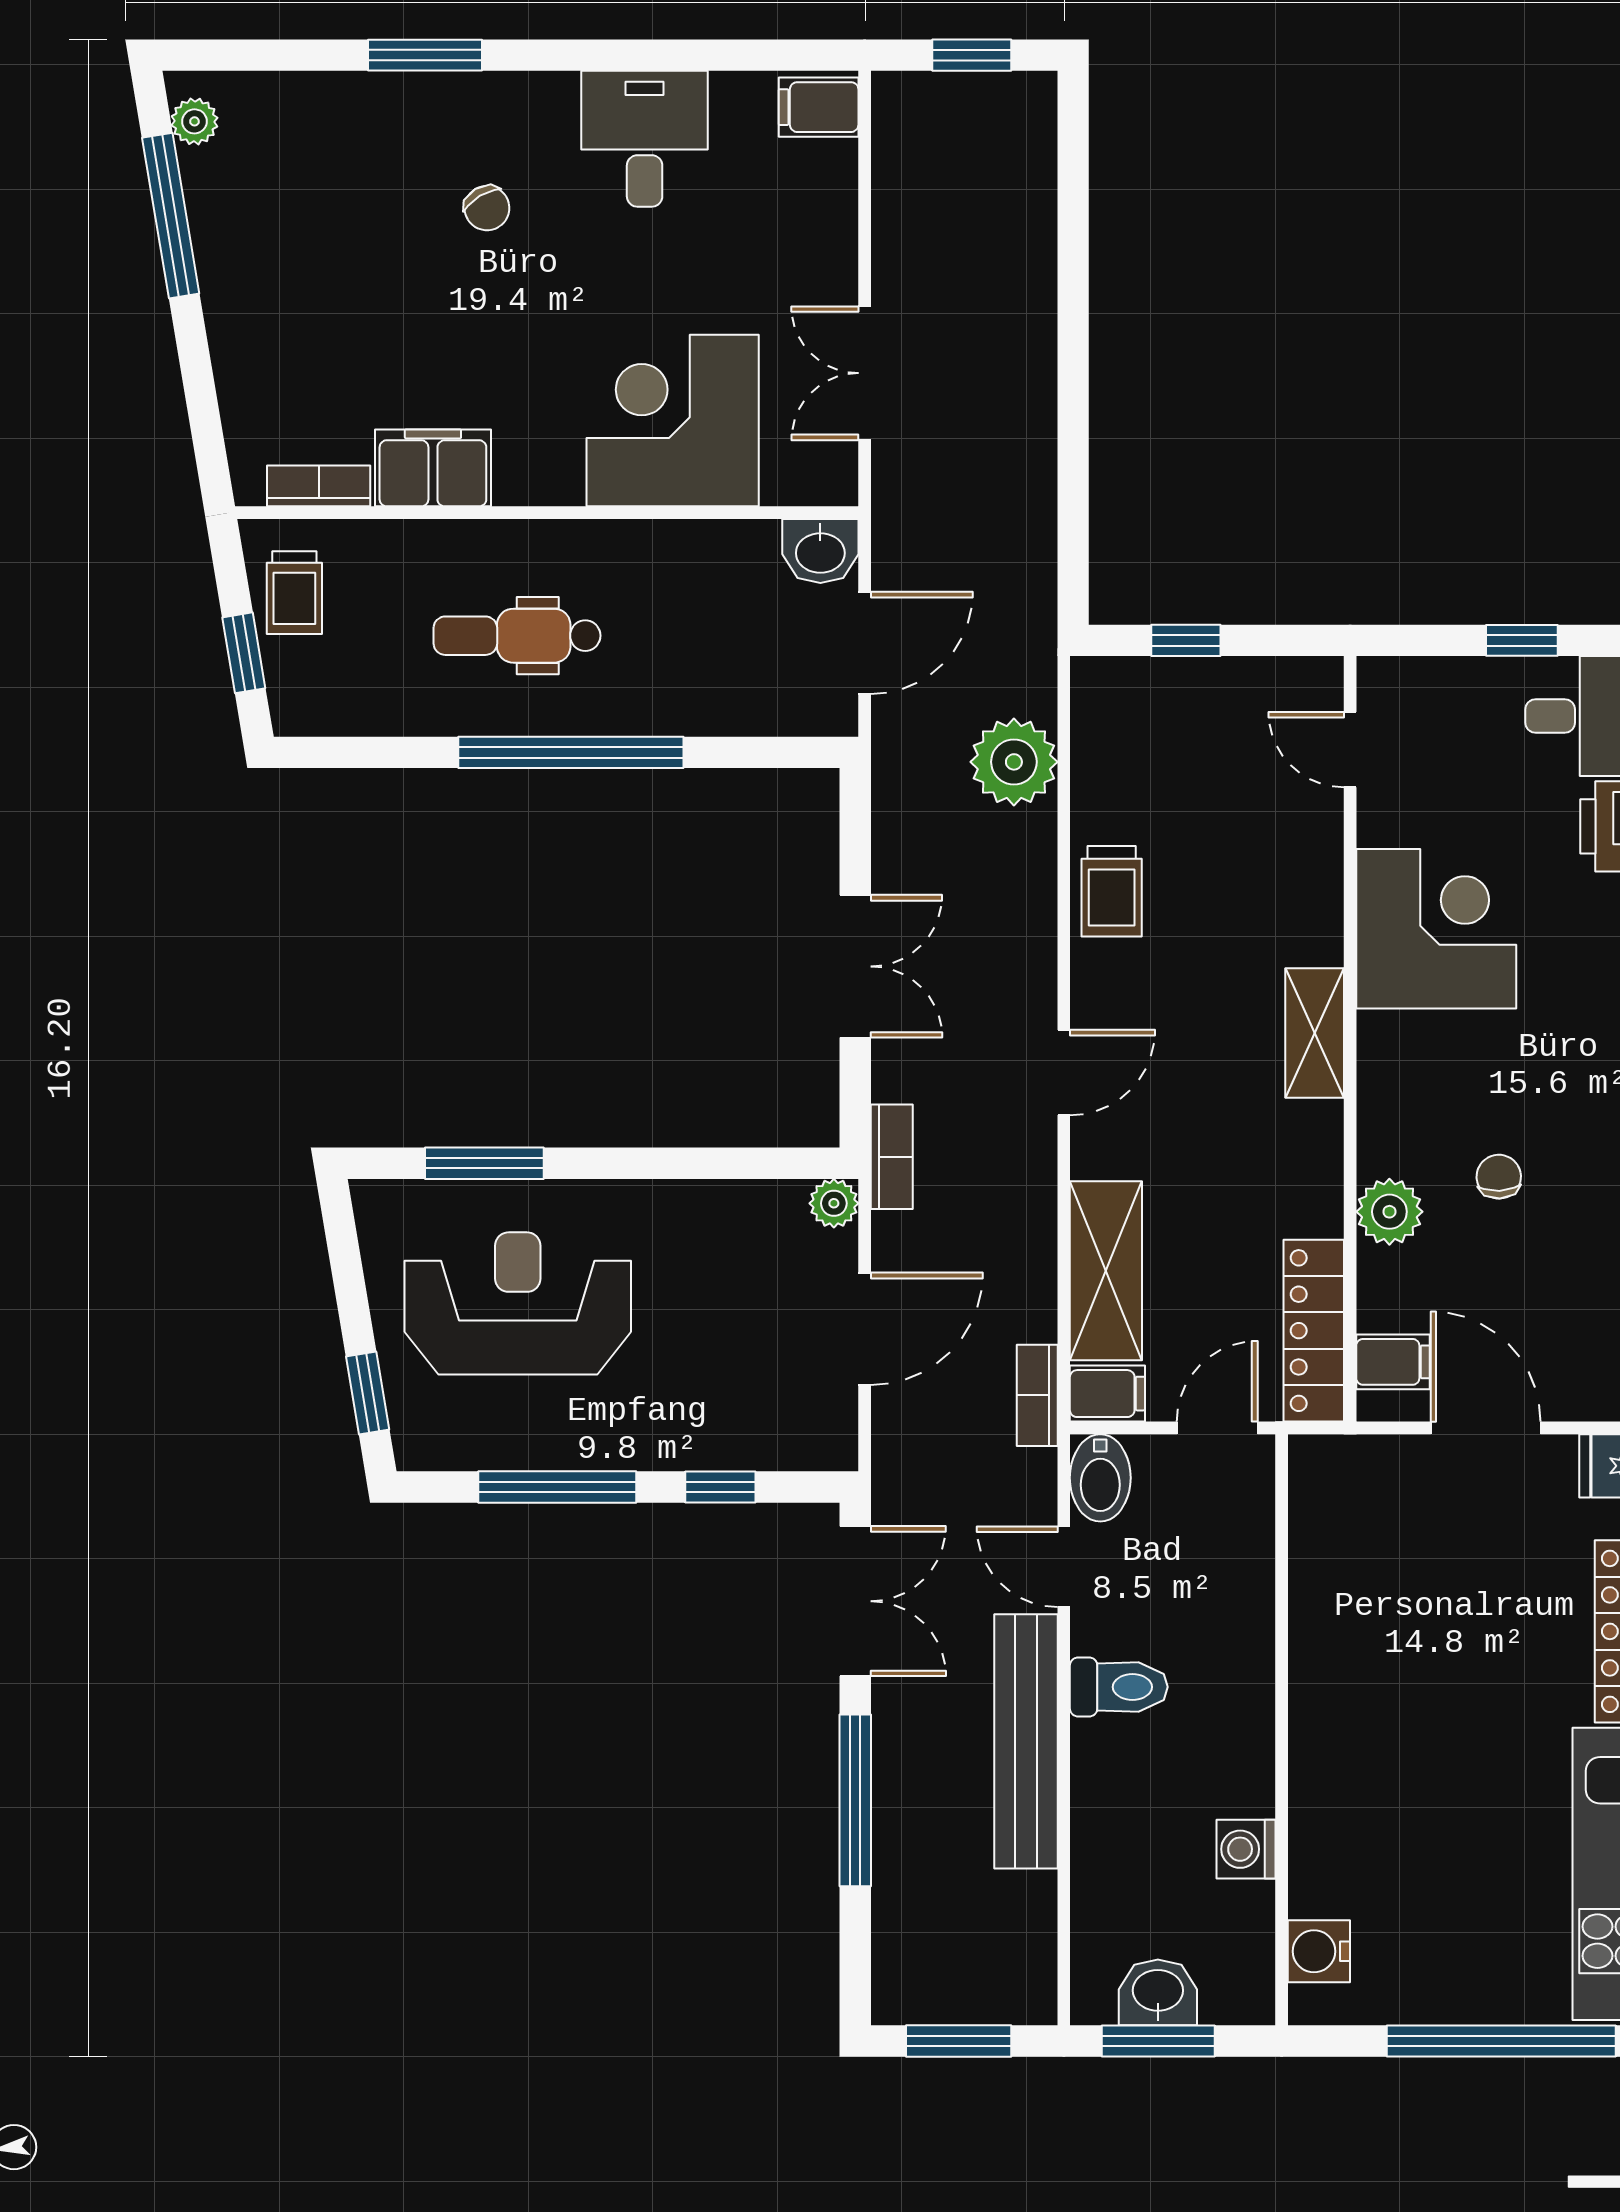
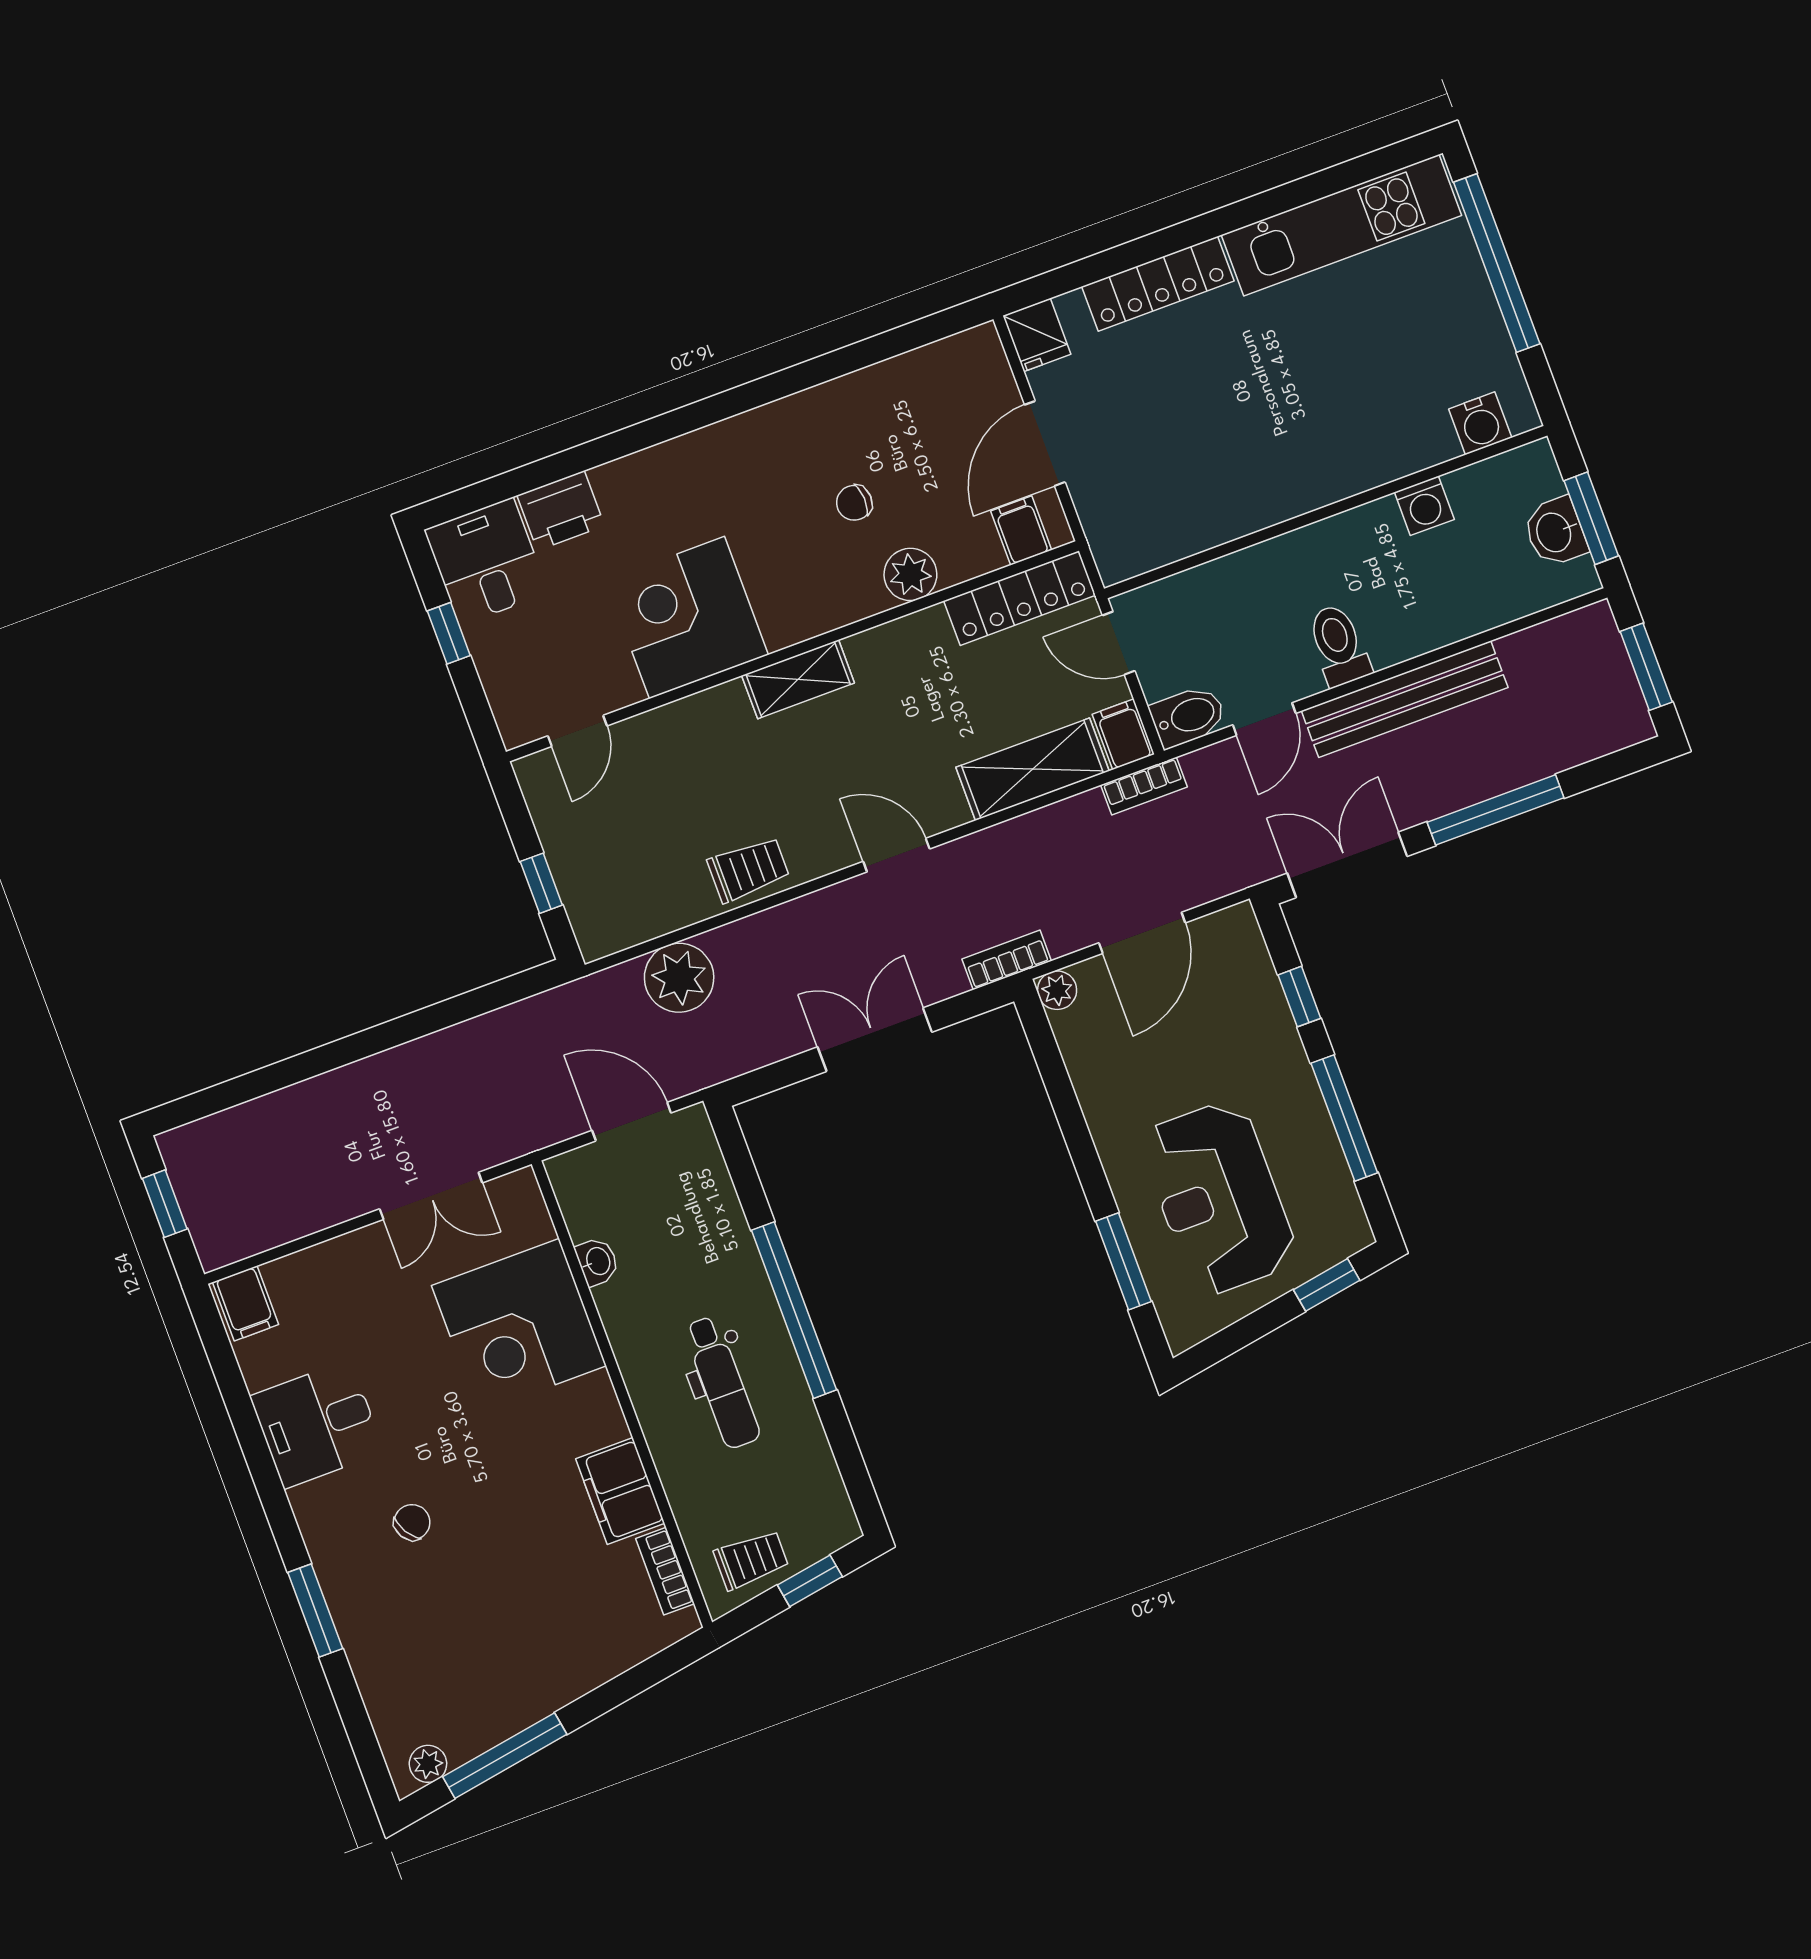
washbasin: (820, 551) -> (597, 1261), moved, width x0.72, depth x0.69
door: (865, 1329) -> (1142, 933), swing flipped

